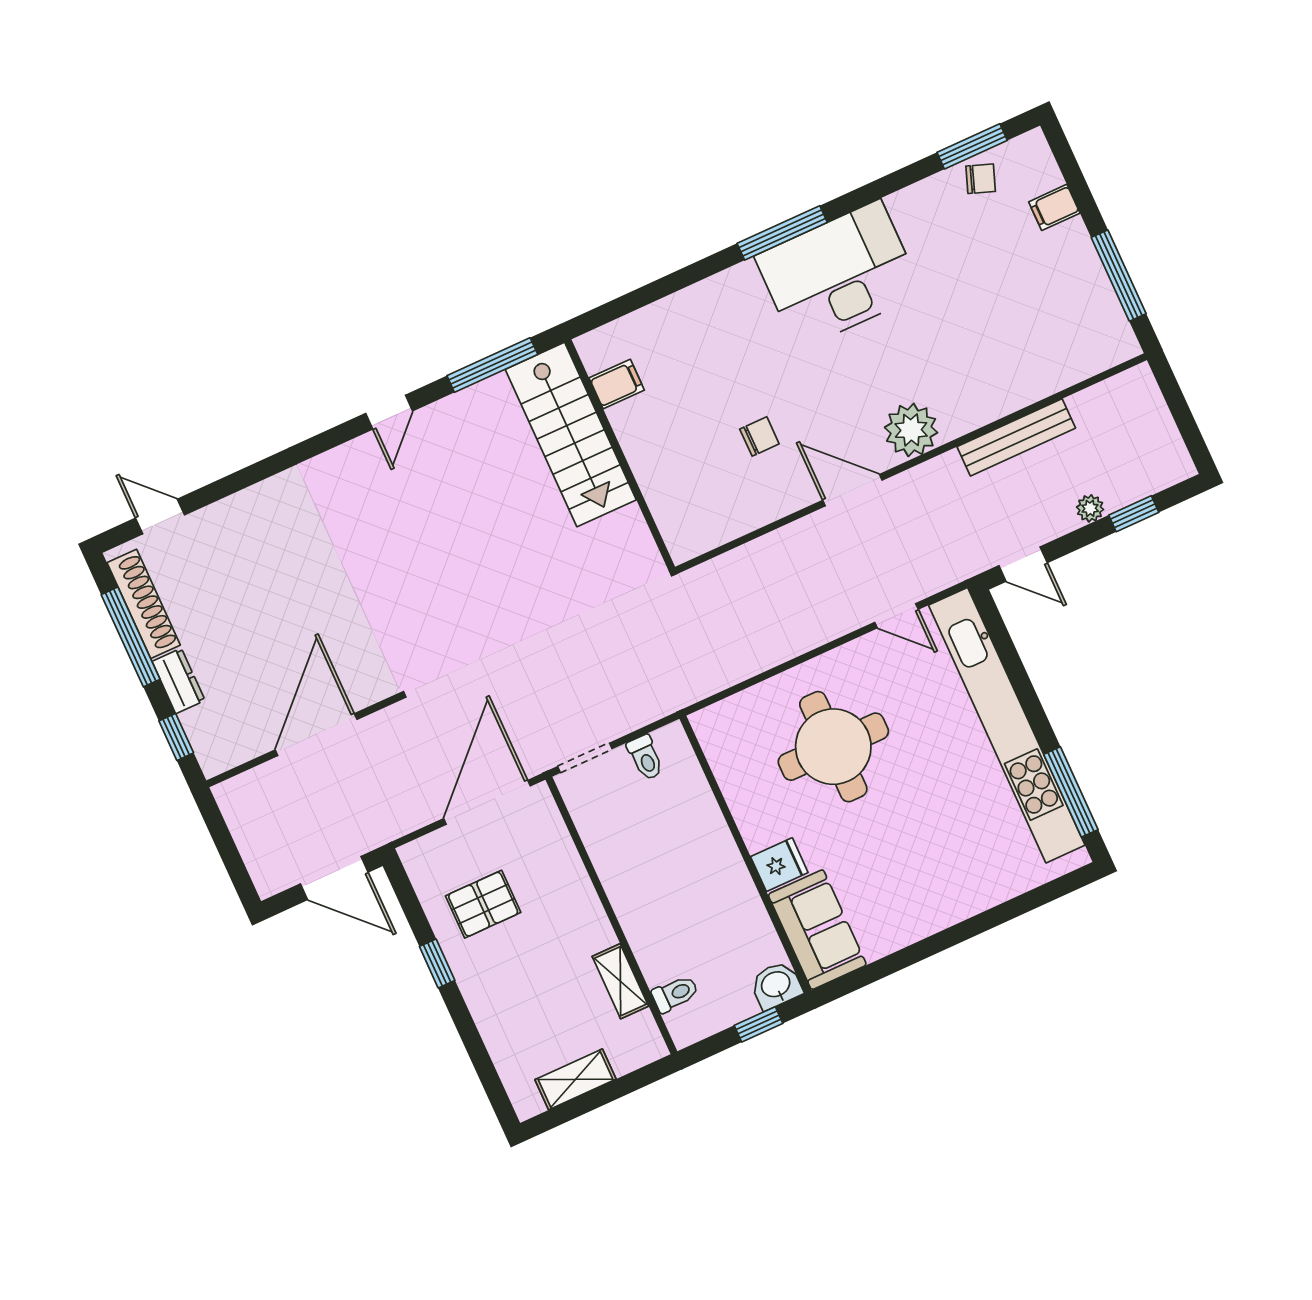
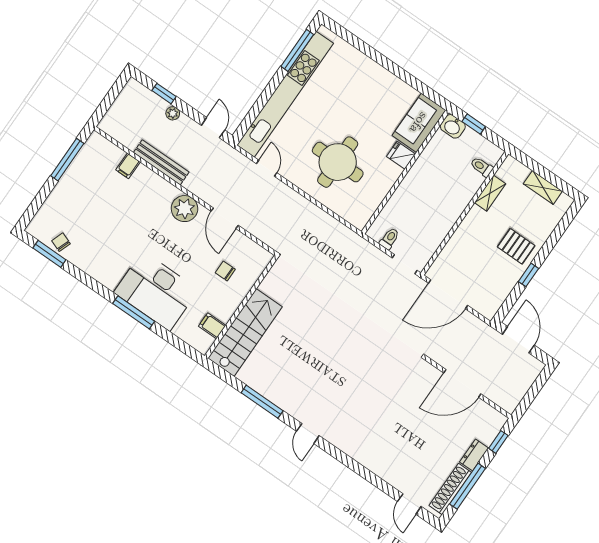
filing cabinet: (1054, 207) -> (128, 166), moved, turned 90
desk: (839, 275) -> (156, 291), moved
filing cabinet: (617, 384) -> (212, 326), moved
door: (389, 412) -> (308, 433), swing flipped
stairs: (571, 435) -> (245, 333), moved
wall: (620, 455) -> (241, 307), moved
pallet: (483, 904) -> (516, 246), moved

